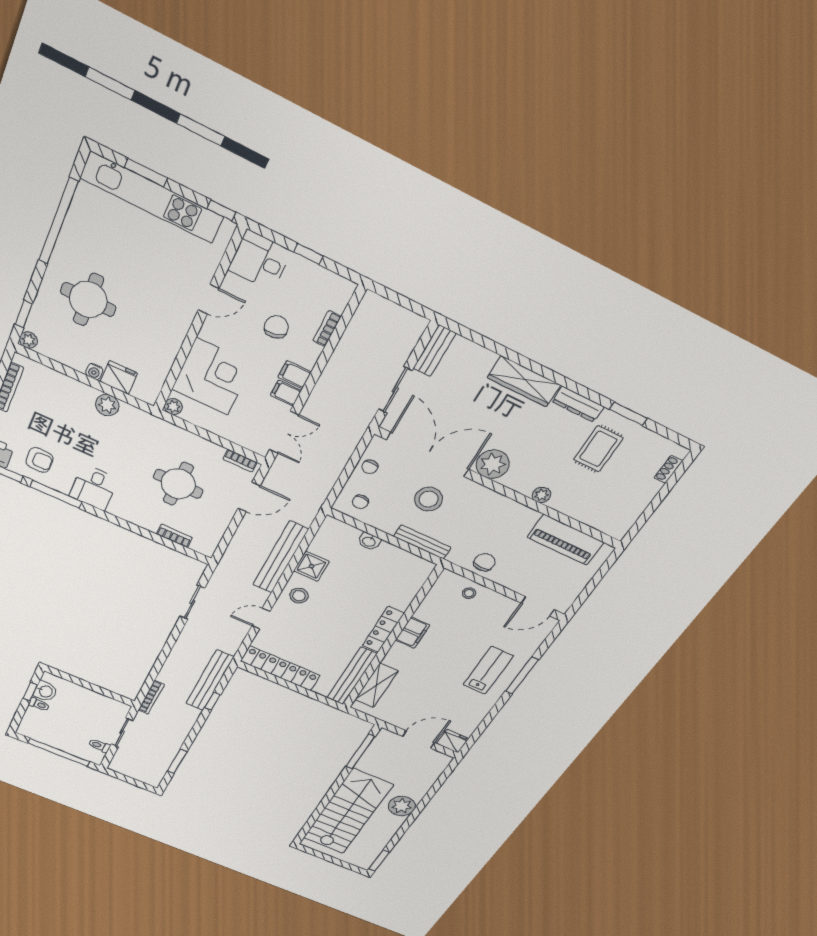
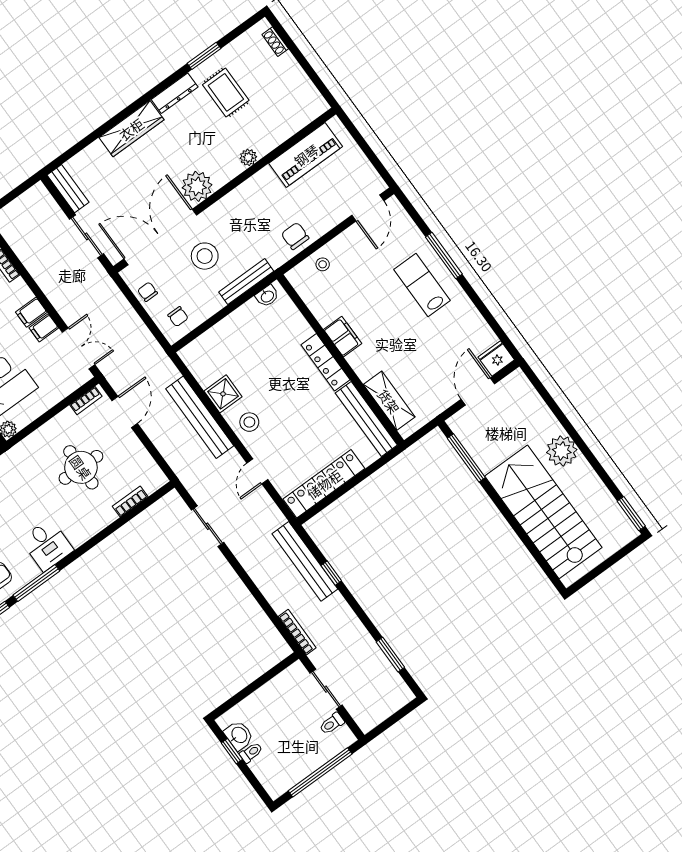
chair: (370, 467) -> (148, 292), turned 180
washbasin: (369, 541) -> (267, 296), moved

